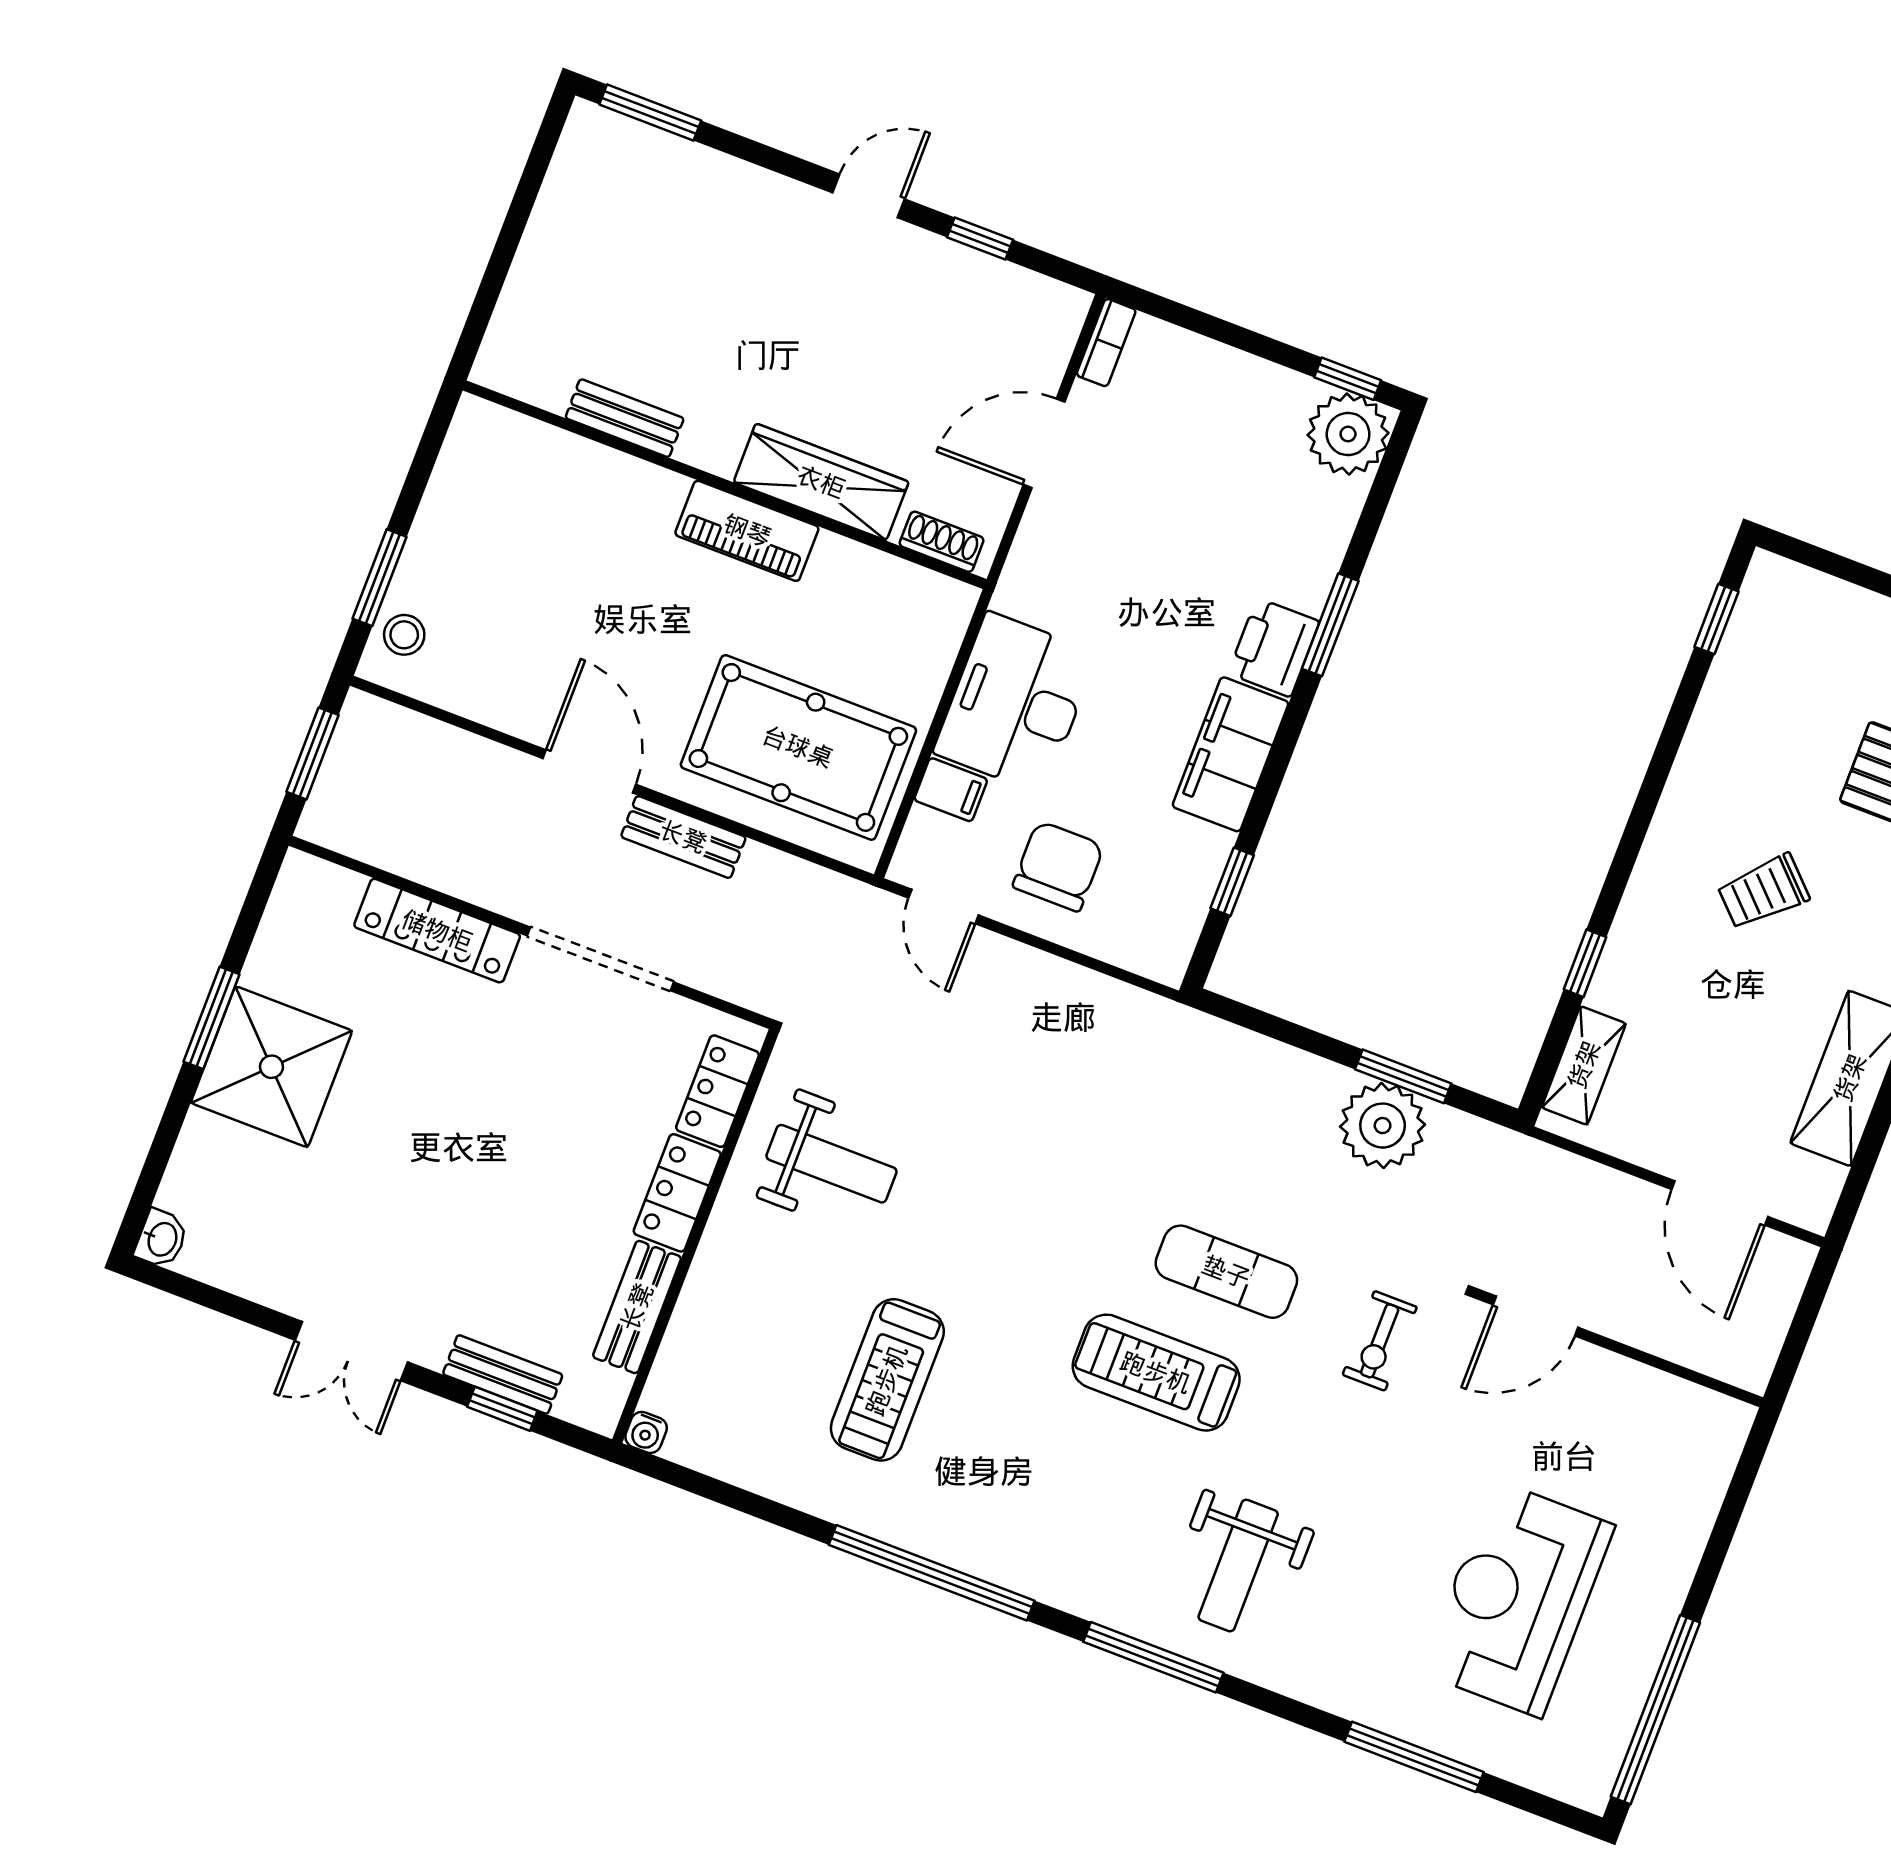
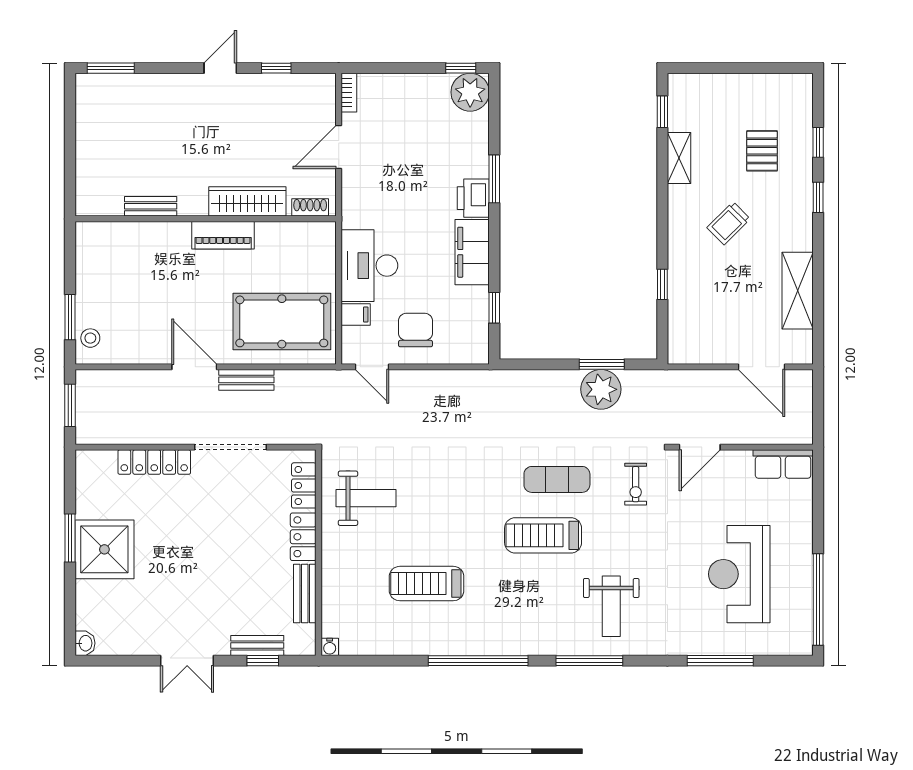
shelving: (1584, 1065) -> (679, 158), moved
treadmill: (887, 1380) -> (427, 584), turned 90
row of seats: (1689, 1413) -> (783, 464), added

